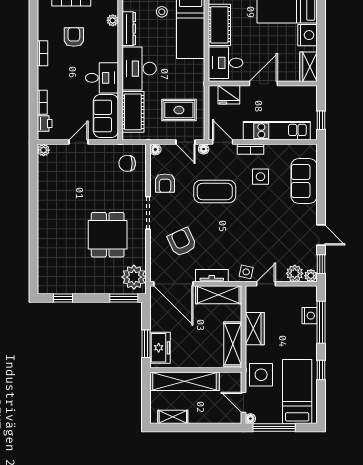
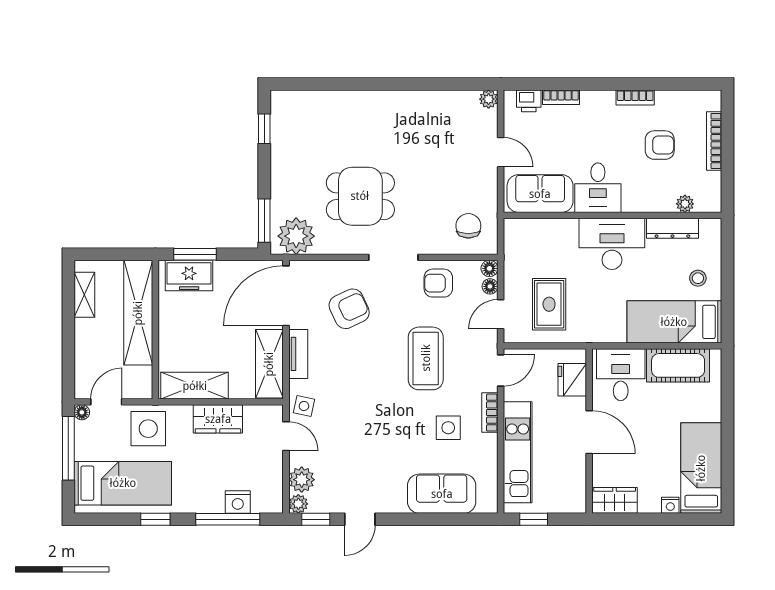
nightstand: (307, 35) -> (670, 505), width x0.53, depth x0.56
cot: (133, 112) -> (546, 235), removed
floor lamp: (204, 149) -> (490, 286), moved

